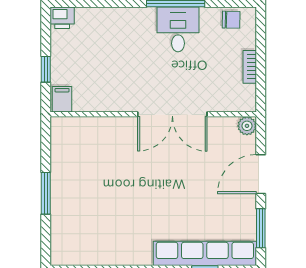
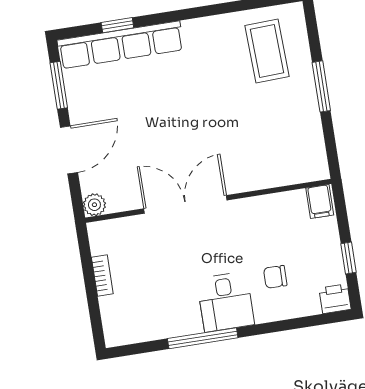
chair: (231, 20) -> (275, 277), moved
desk: (178, 29) -> (226, 302), moved
window: (46, 69) -> (348, 258), moved
coffee table: (86, 229) -> (267, 51), added

